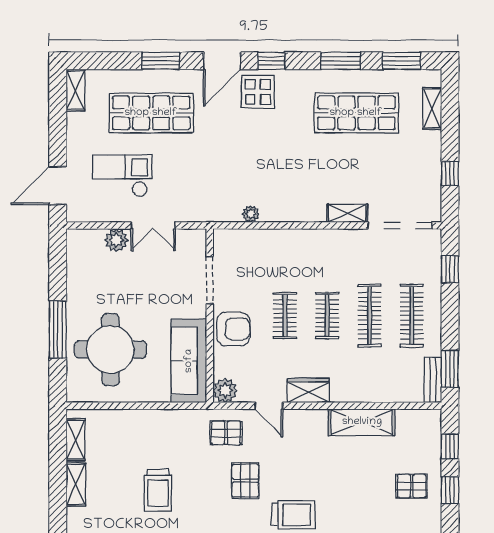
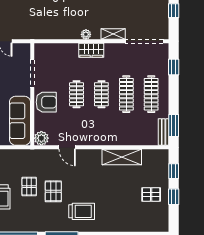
plant: (251, 214) -> (86, 34), moved
wardrobe: (308, 390) -> (91, 50), moved, turned 180
pallet: (226, 433) -> (29, 187), moved, turned 90

